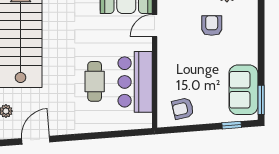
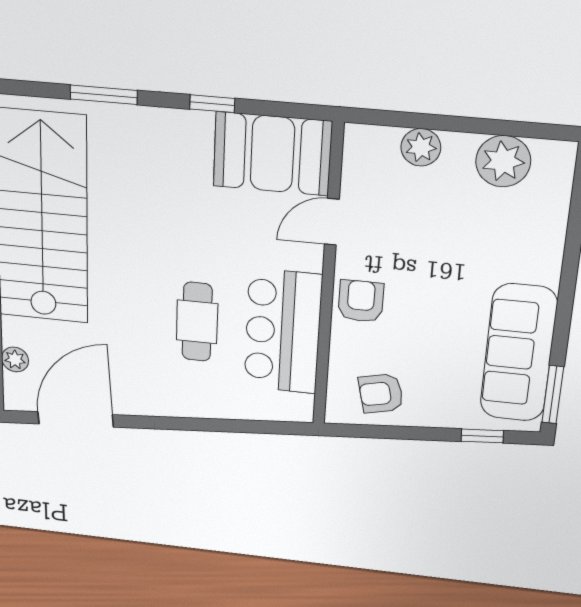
armchair: (212, 26) -> (361, 301), moved
sofa: (243, 90) -> (518, 353), width x1.36
door: (36, 140) -> (76, 419), width x1.36

